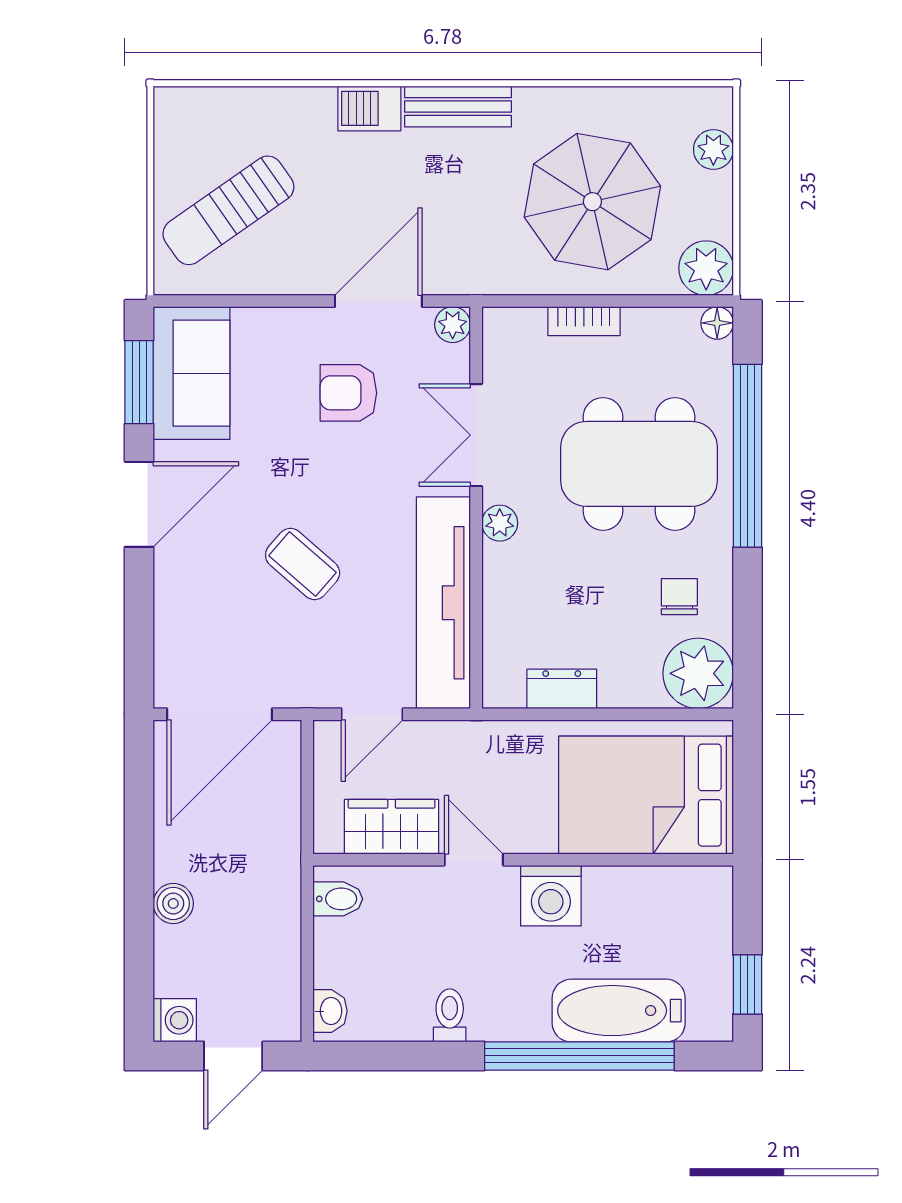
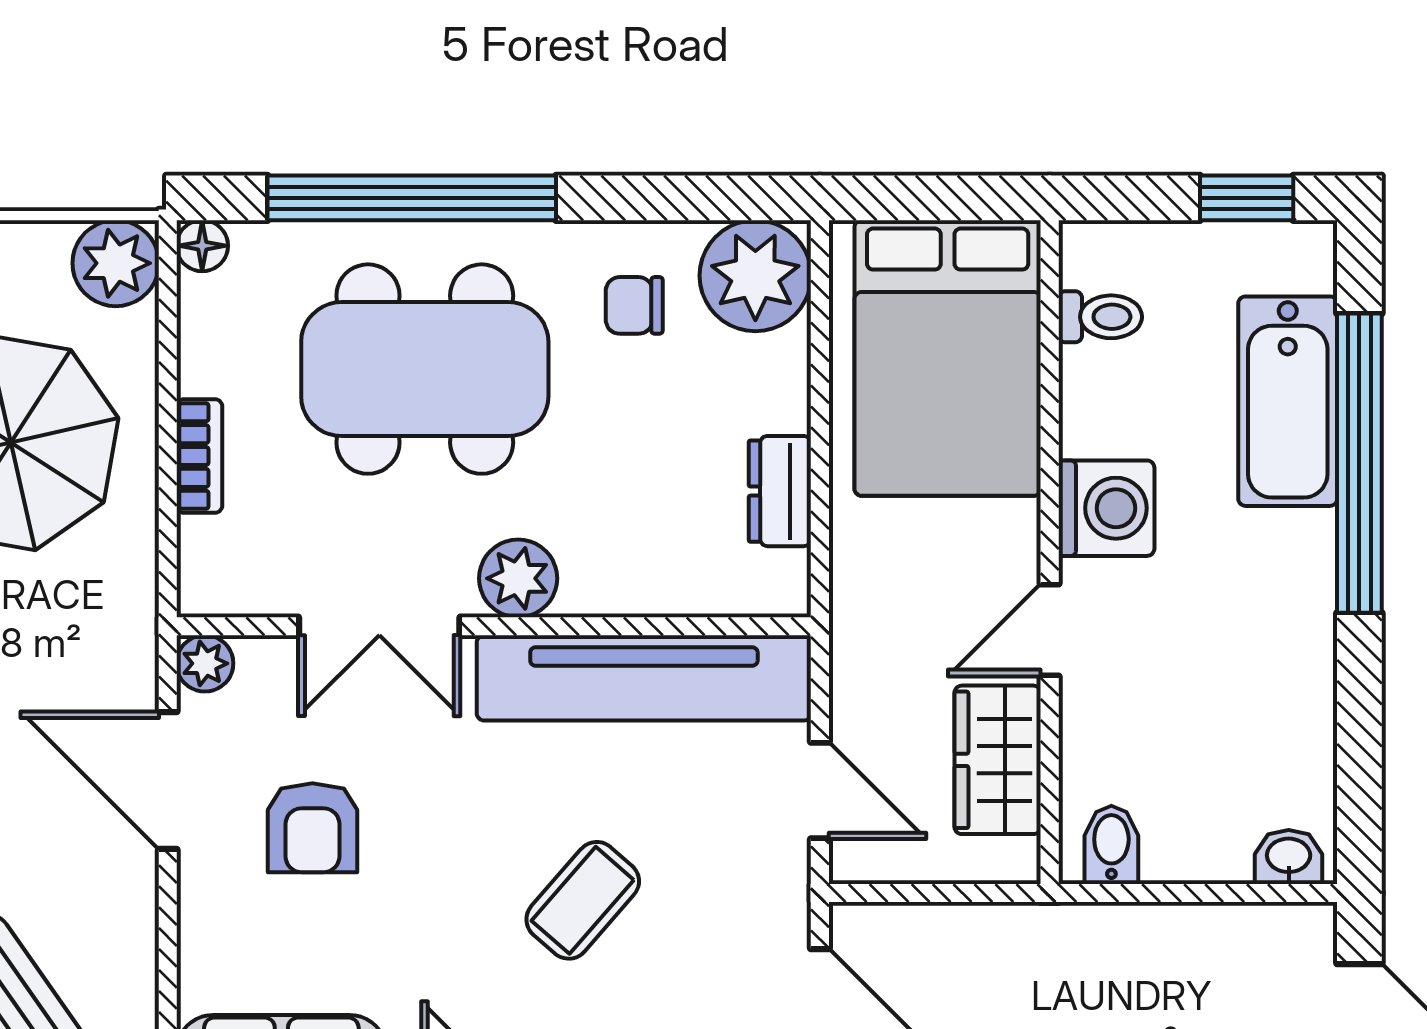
dining table: (639, 464) -> (425, 369), turned 90
plant: (500, 523) -> (518, 578), width x1.38, depth x1.38
toilet: (450, 1015) -> (1100, 317), moved, turned 180

